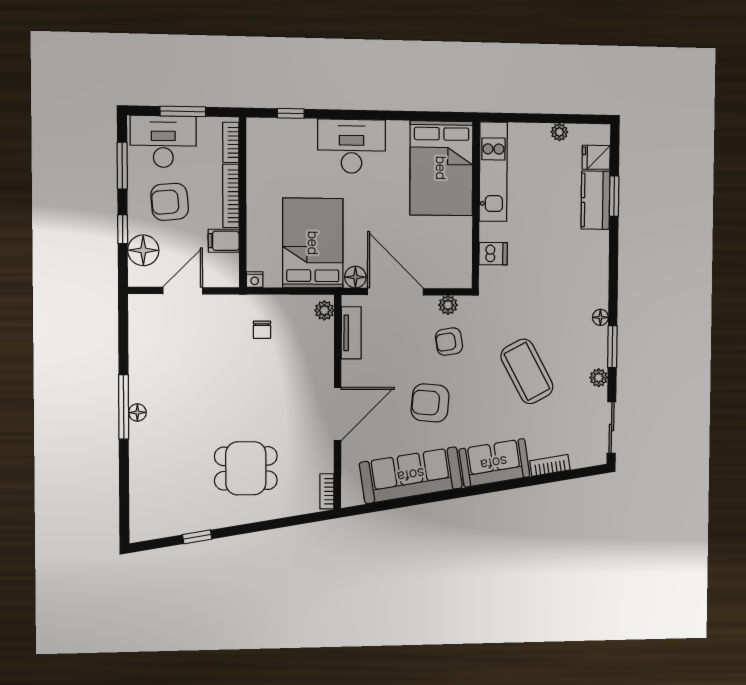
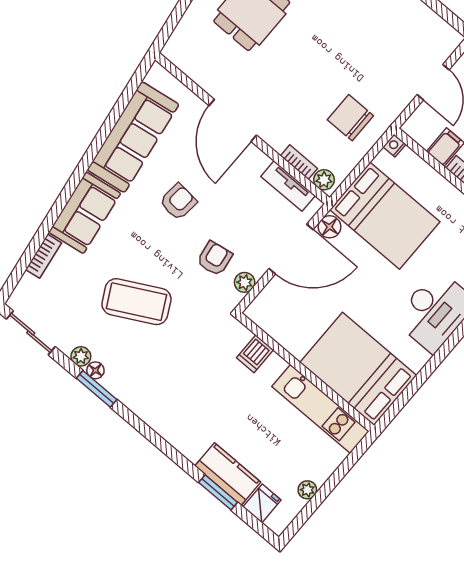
floor lamp: (600, 317) -> (95, 370), moved
chair: (262, 330) -> (350, 118), width x1.87, depth x1.87
armchair: (430, 403) -> (178, 202), width x0.72, depth x0.72
bookcase: (327, 491) -> (299, 162), moved

